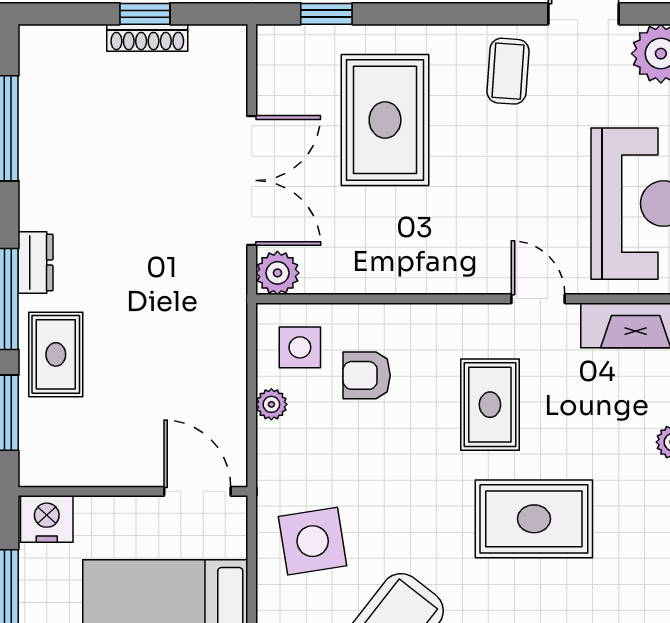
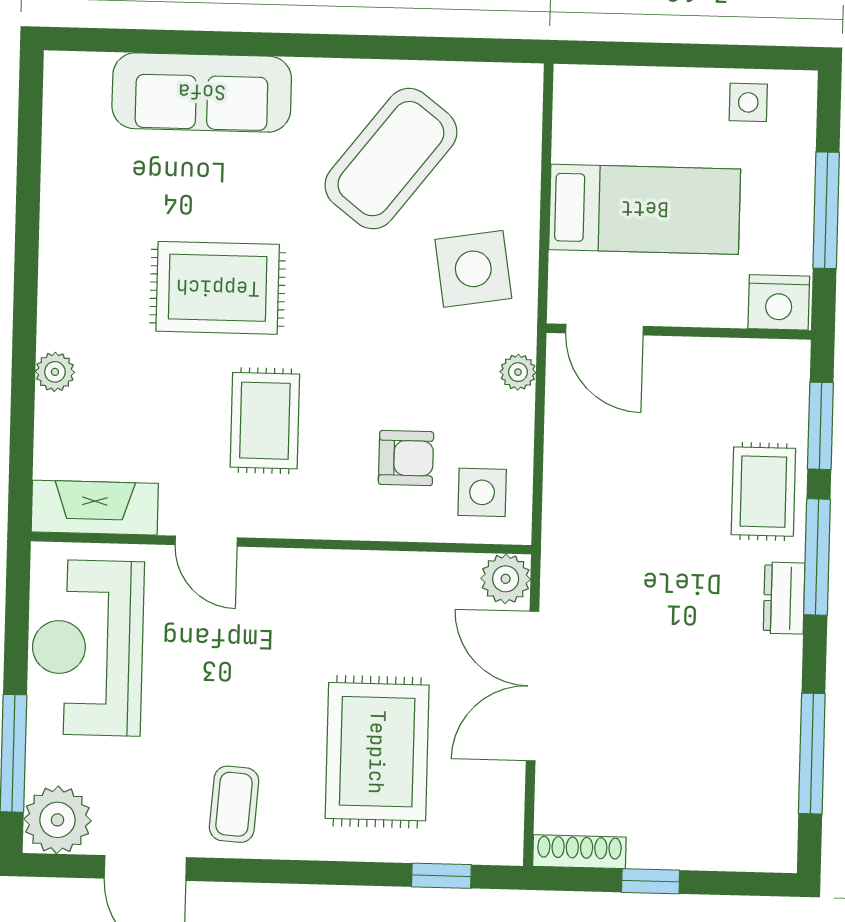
shoe rack: (147, 38) -> (579, 852), moved
plant: (271, 404) -> (518, 372), moved

